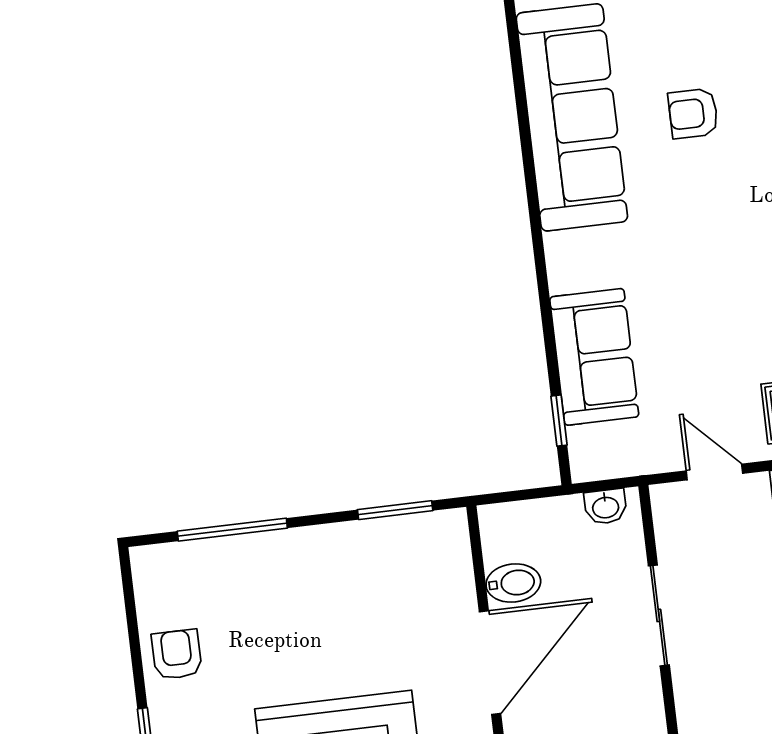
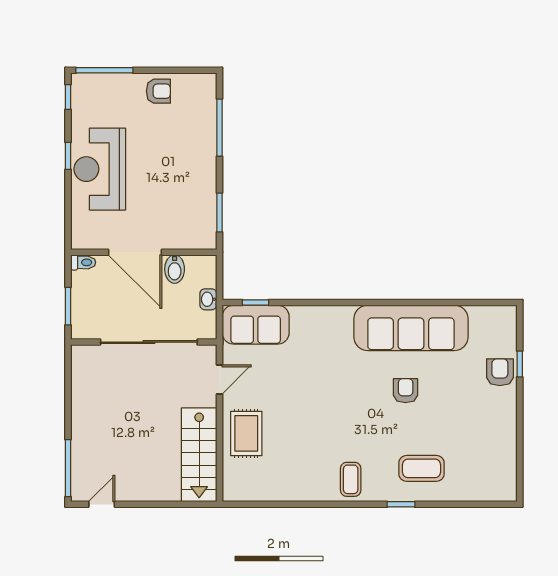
sofa: (594, 357) -> (256, 325), moved
washbasin: (605, 507) -> (208, 299), moved
sliding door: (659, 615) -> (149, 342), width x1.86

